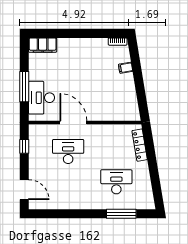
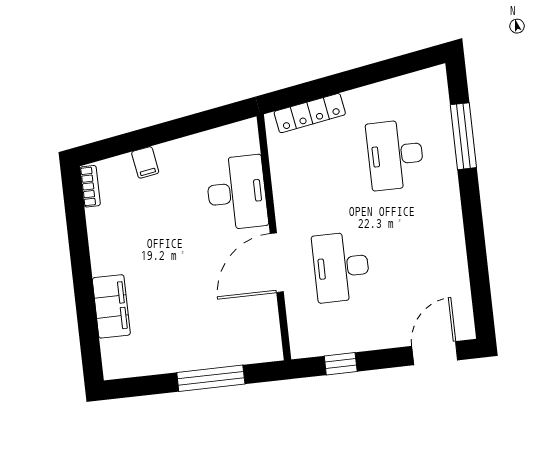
filing cabinet: (43, 45) -> (111, 306), moved
desk: (42, 98) -> (237, 193), moved, turned -90

